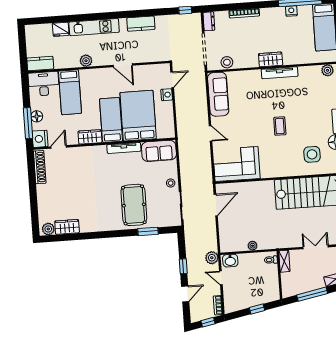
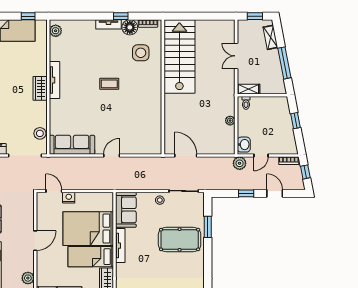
corner sofa: (236, 164) -> (145, 131), removed

